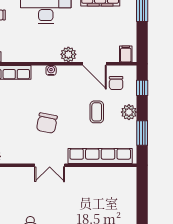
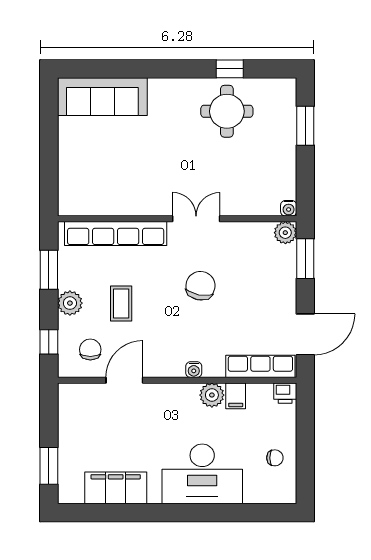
plant: (68, 54) -> (212, 395), moved
filing cabinet: (126, 54) -> (236, 396), moved
door: (95, 64) -> (124, 380), hinge flipped

